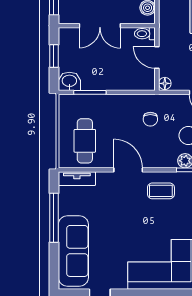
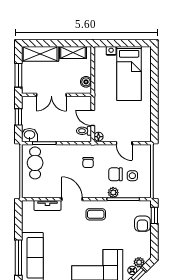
toilet: (145, 34) -> (84, 131), moved
cafe table: (85, 141) -> (35, 163), moved
tv unit: (77, 179) -> (47, 205), moved
window: (54, 218) -> (18, 258), moved

